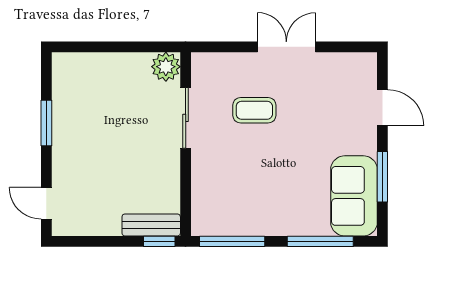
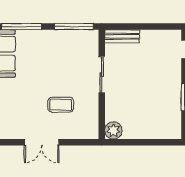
sliding door: (186, 118) -> (102, 75), moved
window: (159, 241) -> (117, 27), removed

